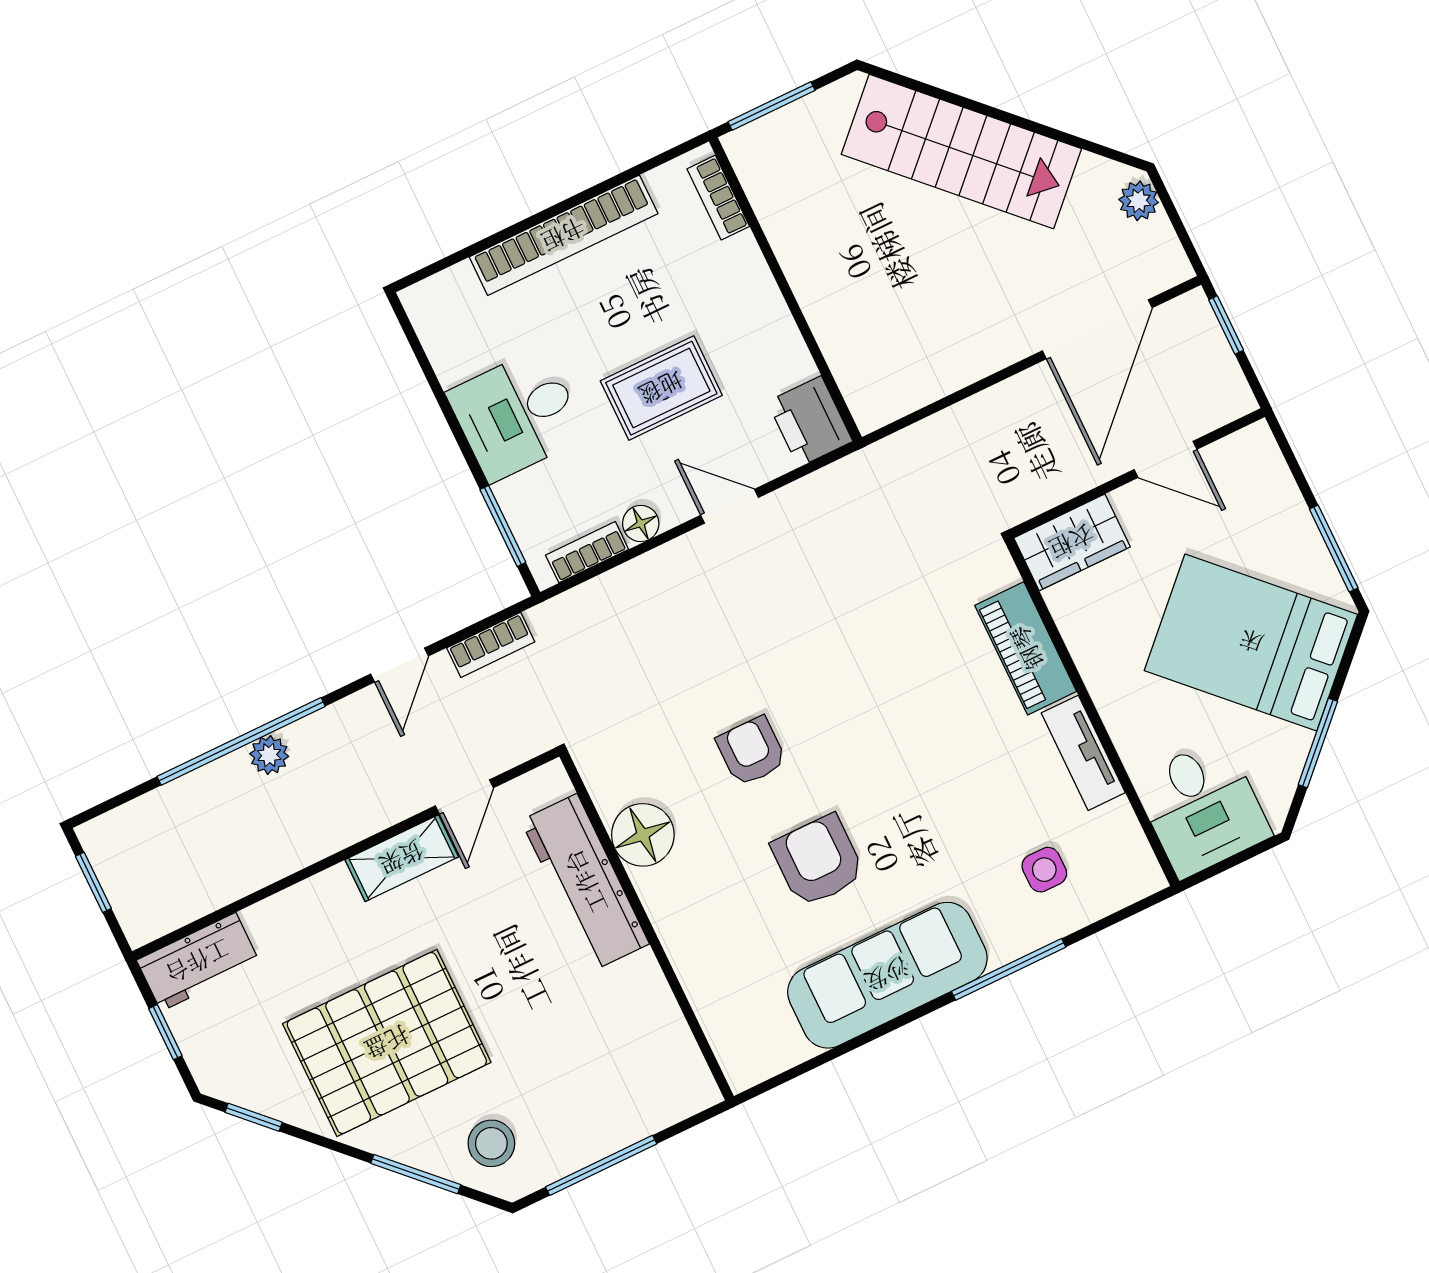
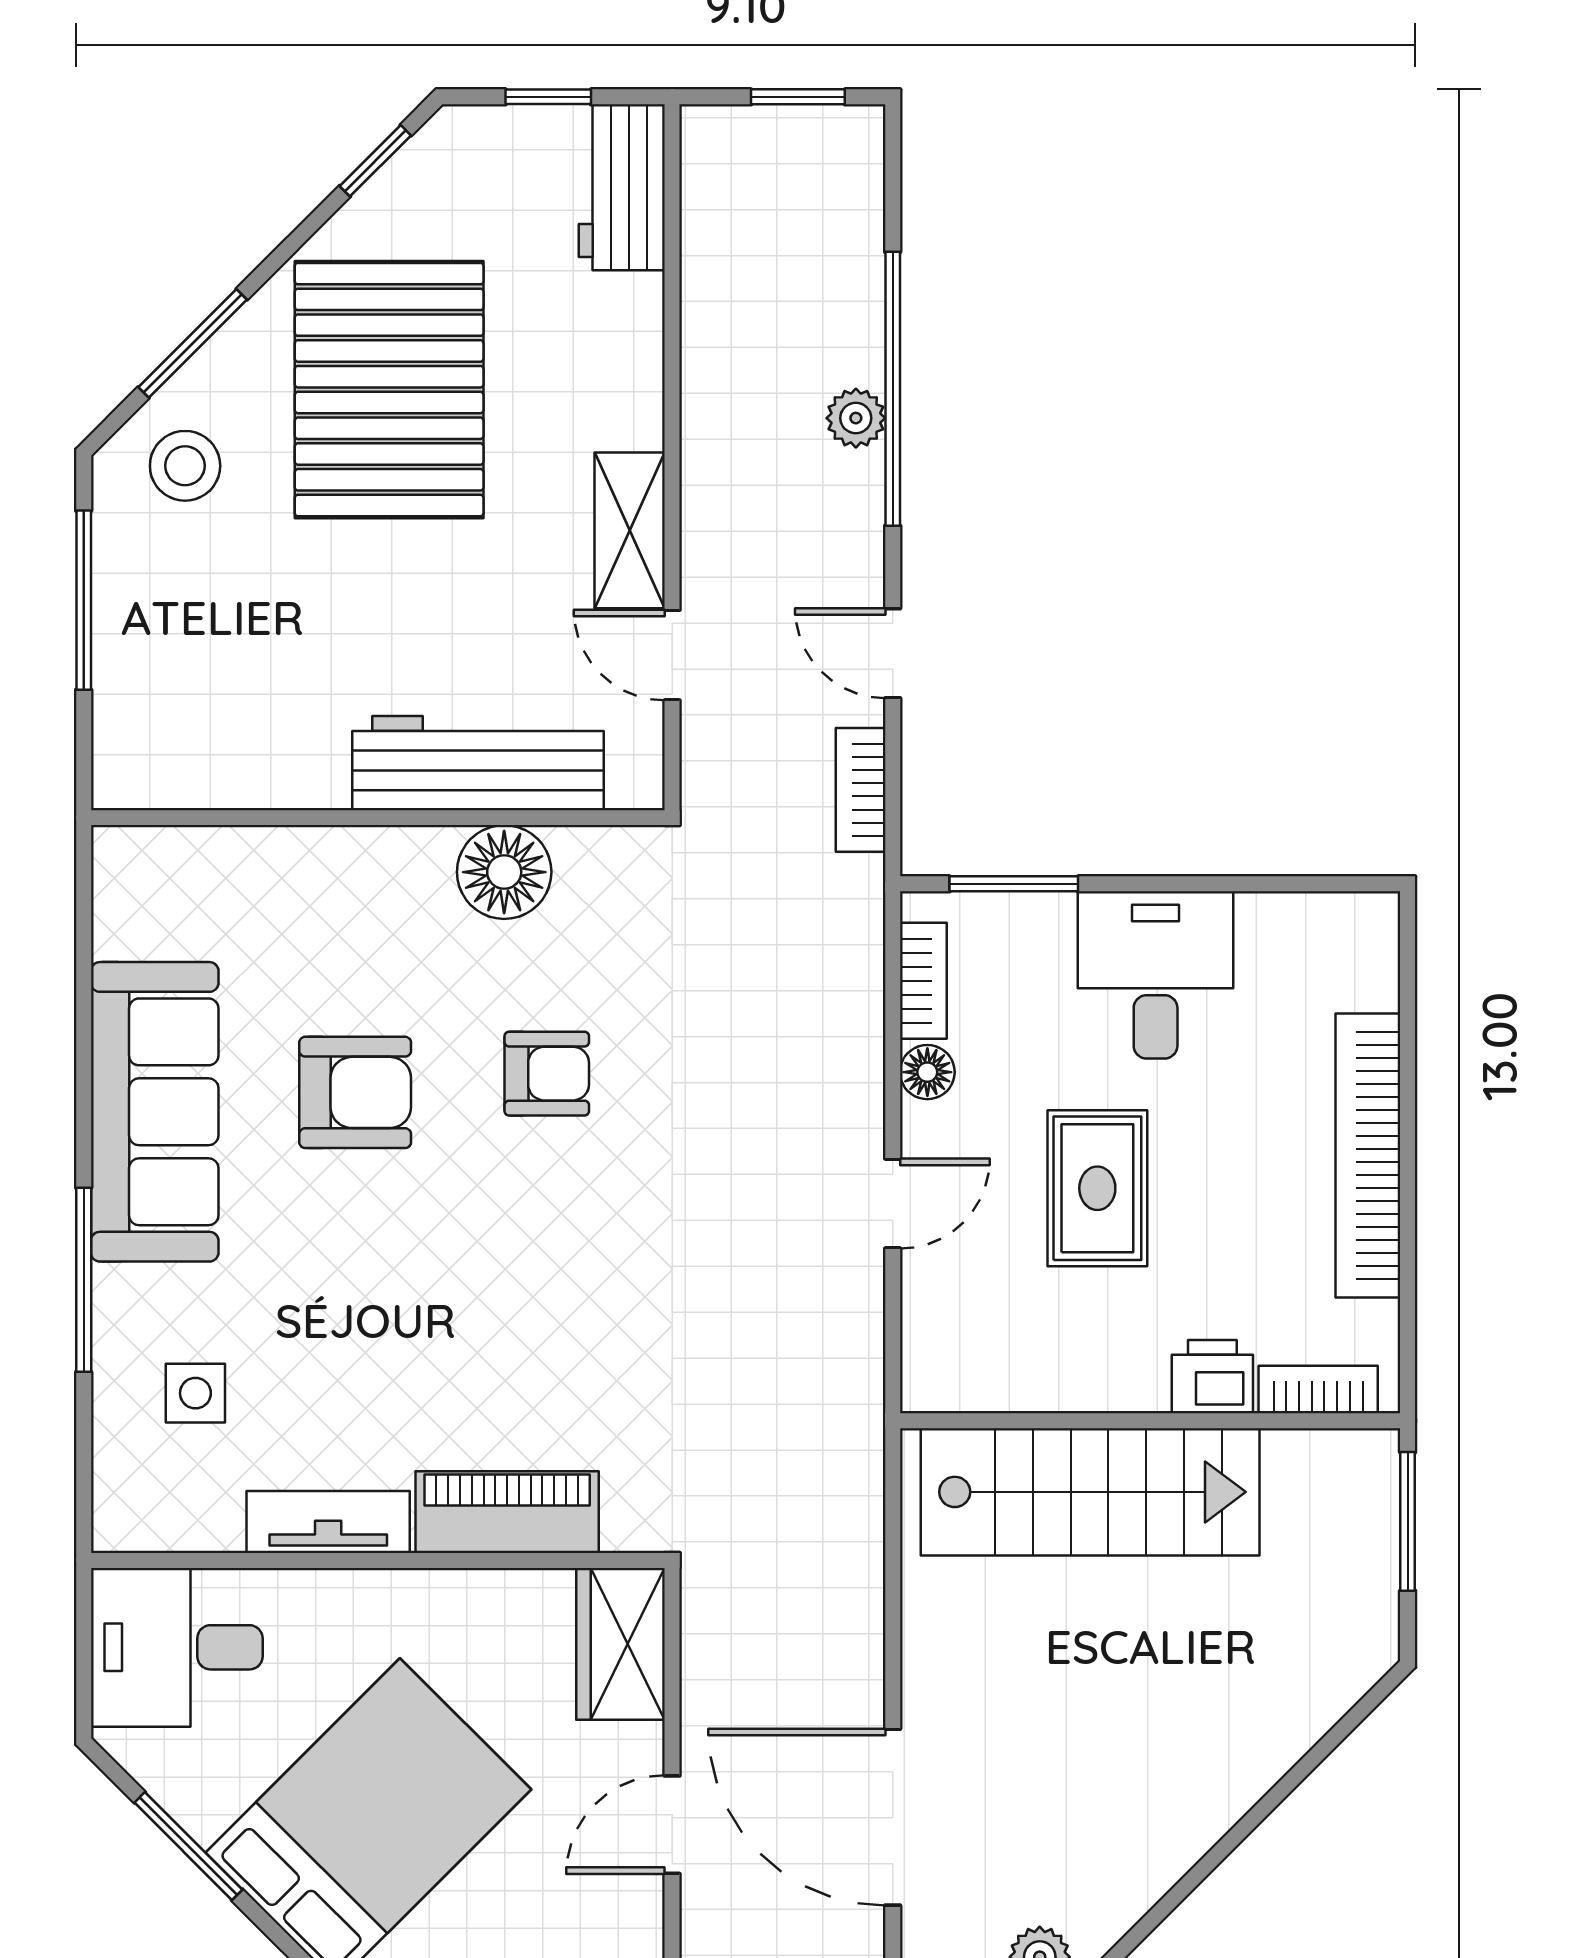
stairs: (961, 151) -> (1090, 1492), moved, turned -135
printer: (810, 421) -> (1212, 1377), moved, width x0.73, depth x0.81

